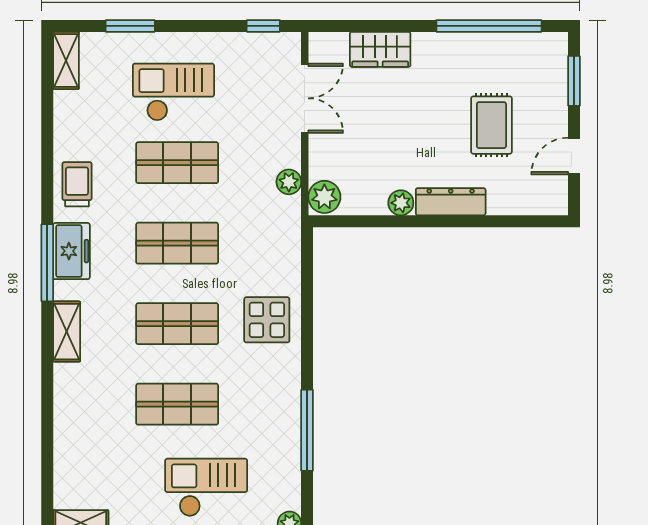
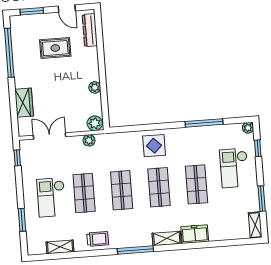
shelving: (66, 60) -> (60, 247), moved
trolley: (77, 184) -> (98, 239), turned 180
dresser: (451, 202) -> (90, 30), moved
freezer: (71, 251) -> (195, 234), moved

